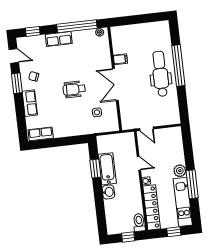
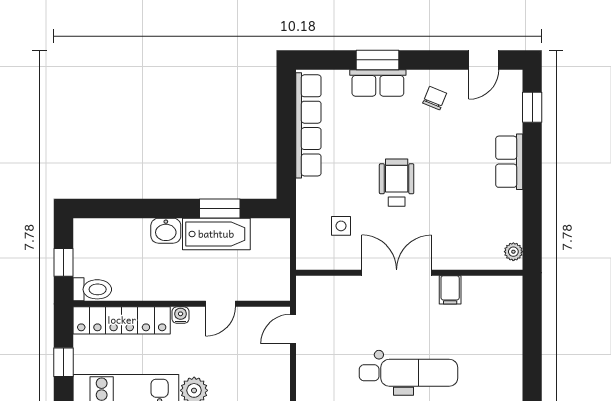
window: (77, 26) -> (532, 204), removed
window: (17, 83) -> (378, 60), moved
row of seats: (41, 134) -> (308, 125), width x2.02

